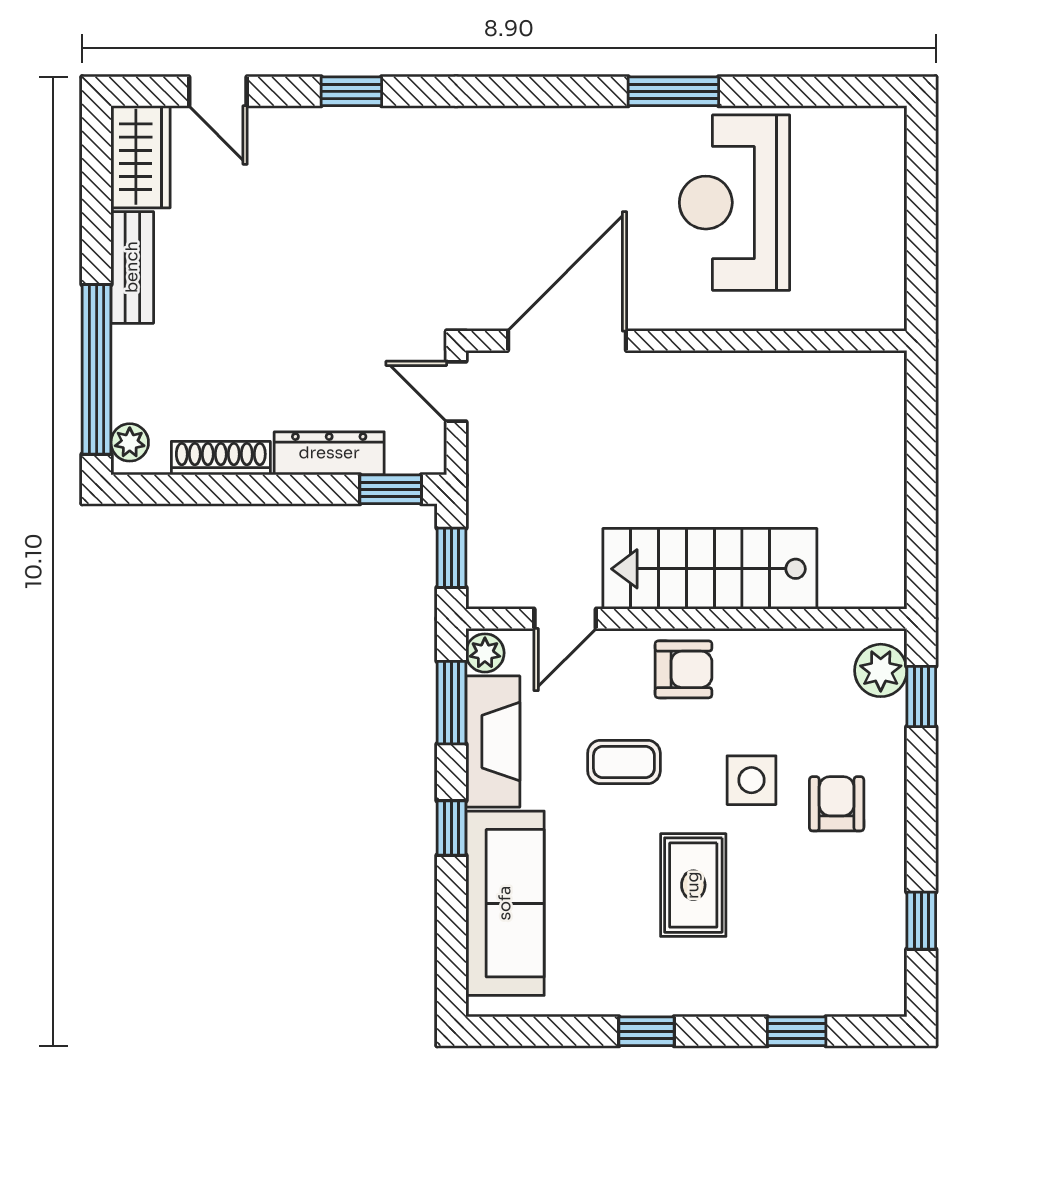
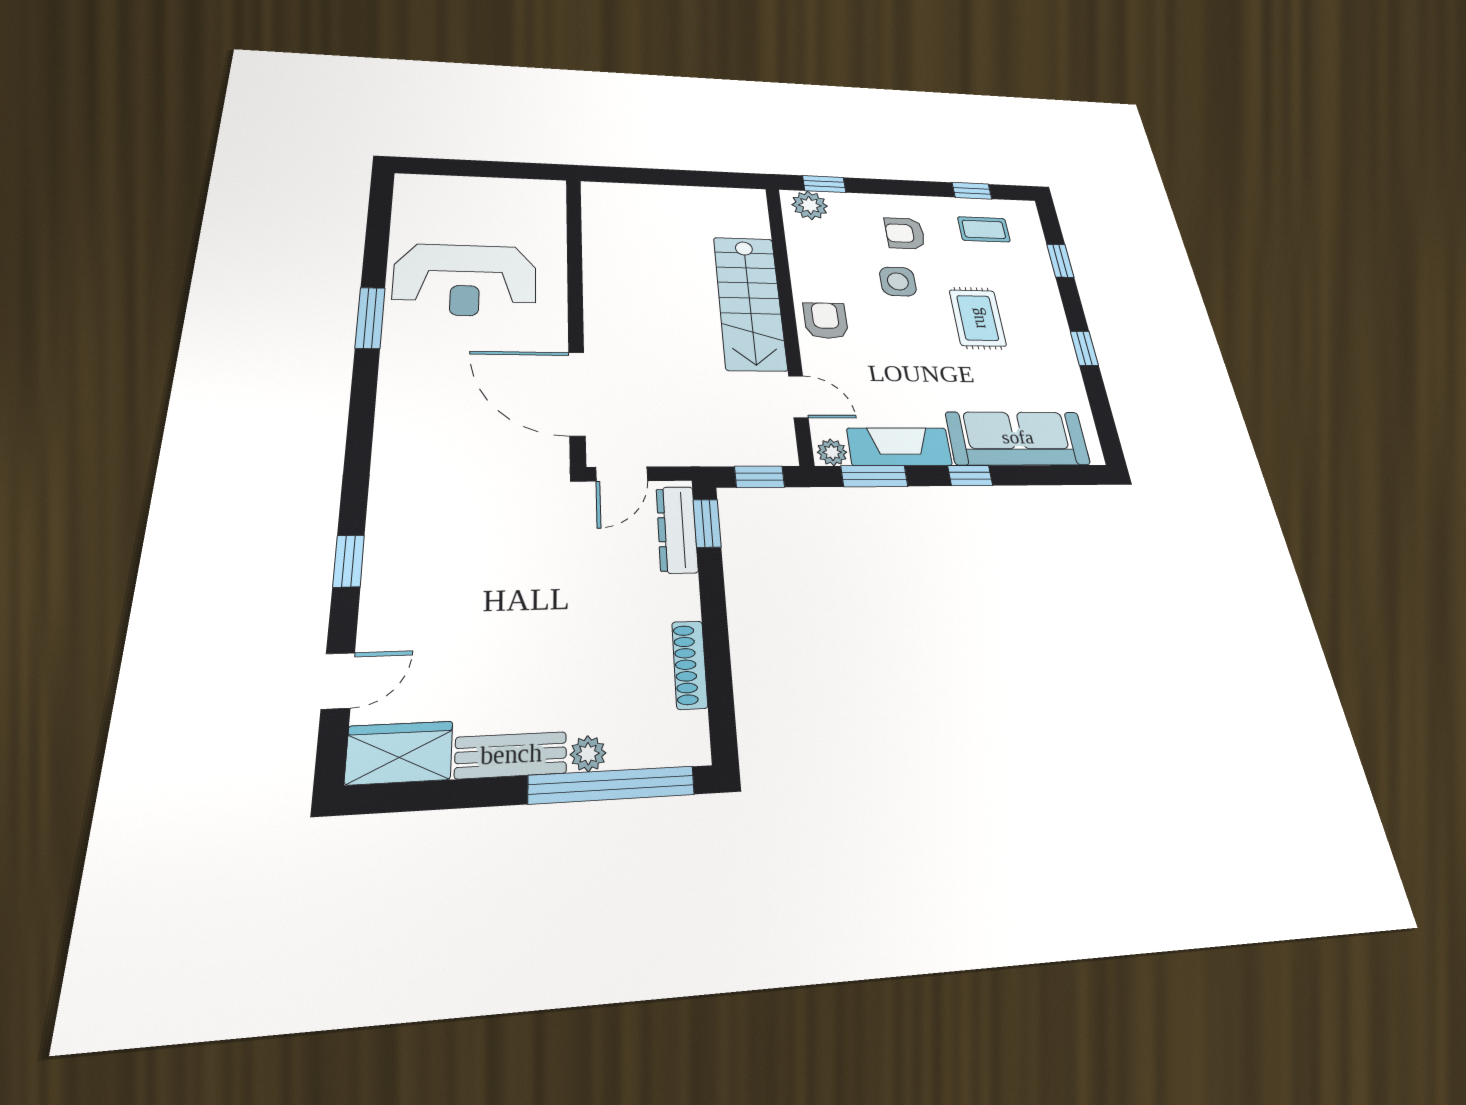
plant: (130, 442) -> (588, 754), moved
dresser: (329, 453) -> (677, 529), moved
coffee table: (624, 762) -> (984, 229), moved, turned 90
rug: (693, 885) -> (978, 318), turned 90

